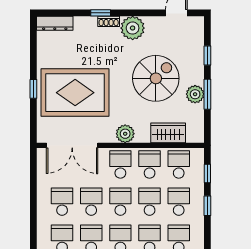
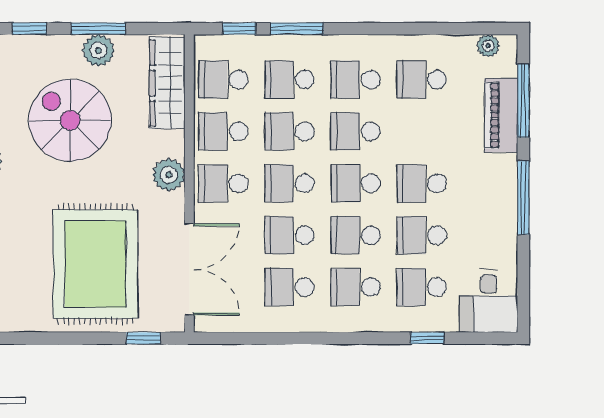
window: (33, 89) -> (143, 338), moved
wardrobe: (168, 133) -> (167, 83), width x1.50
window: (207, 206) -> (297, 29), width x1.50

